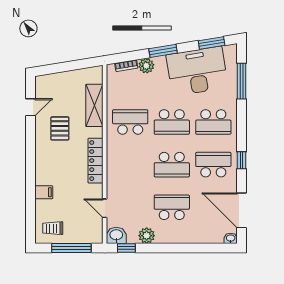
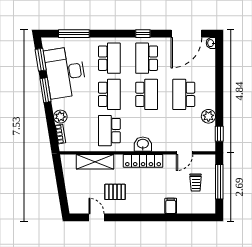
window: (163, 51) -> (45, 90), moved
trolley: (53, 228) -> (196, 182), moved
washbasin: (116, 235) -> (143, 144), moved, turned 90

